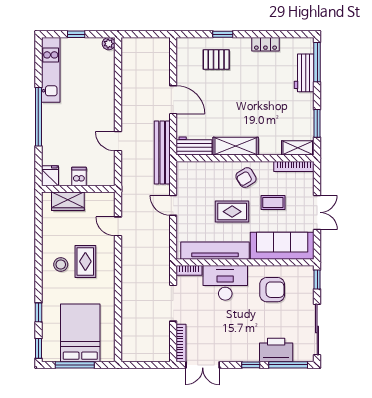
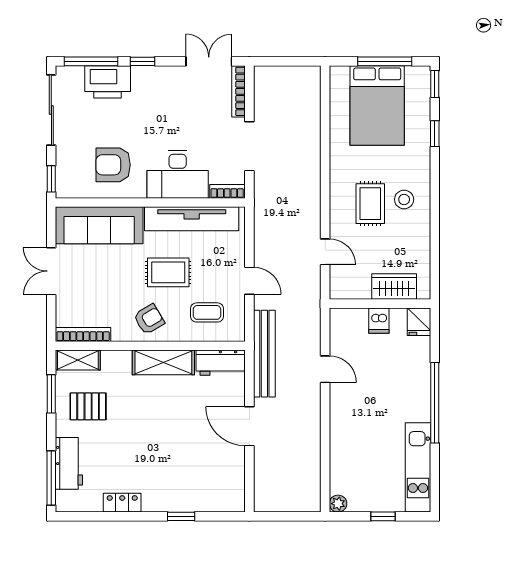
pallet: (216, 60) -> (88, 406), moved
coffee table: (273, 203) -> (207, 312), moved

